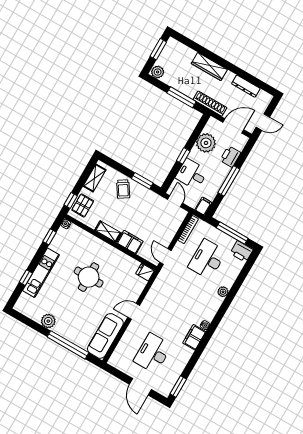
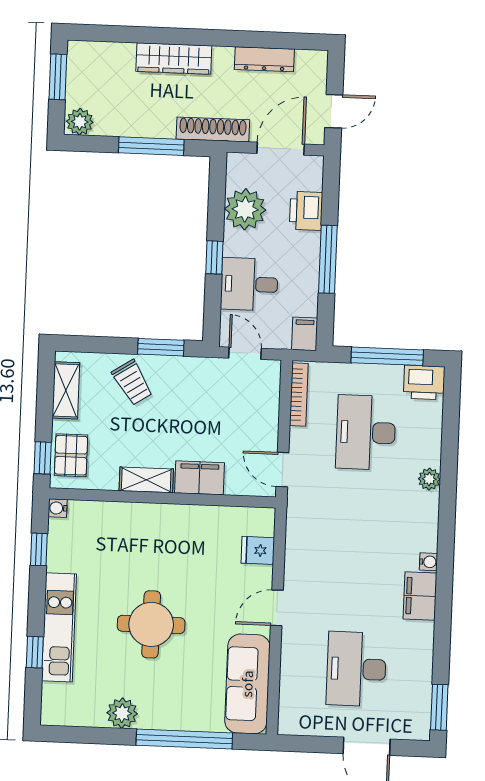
fridge: (145, 272) -> (258, 550), moved
round table: (89, 277) -> (151, 624), moved

